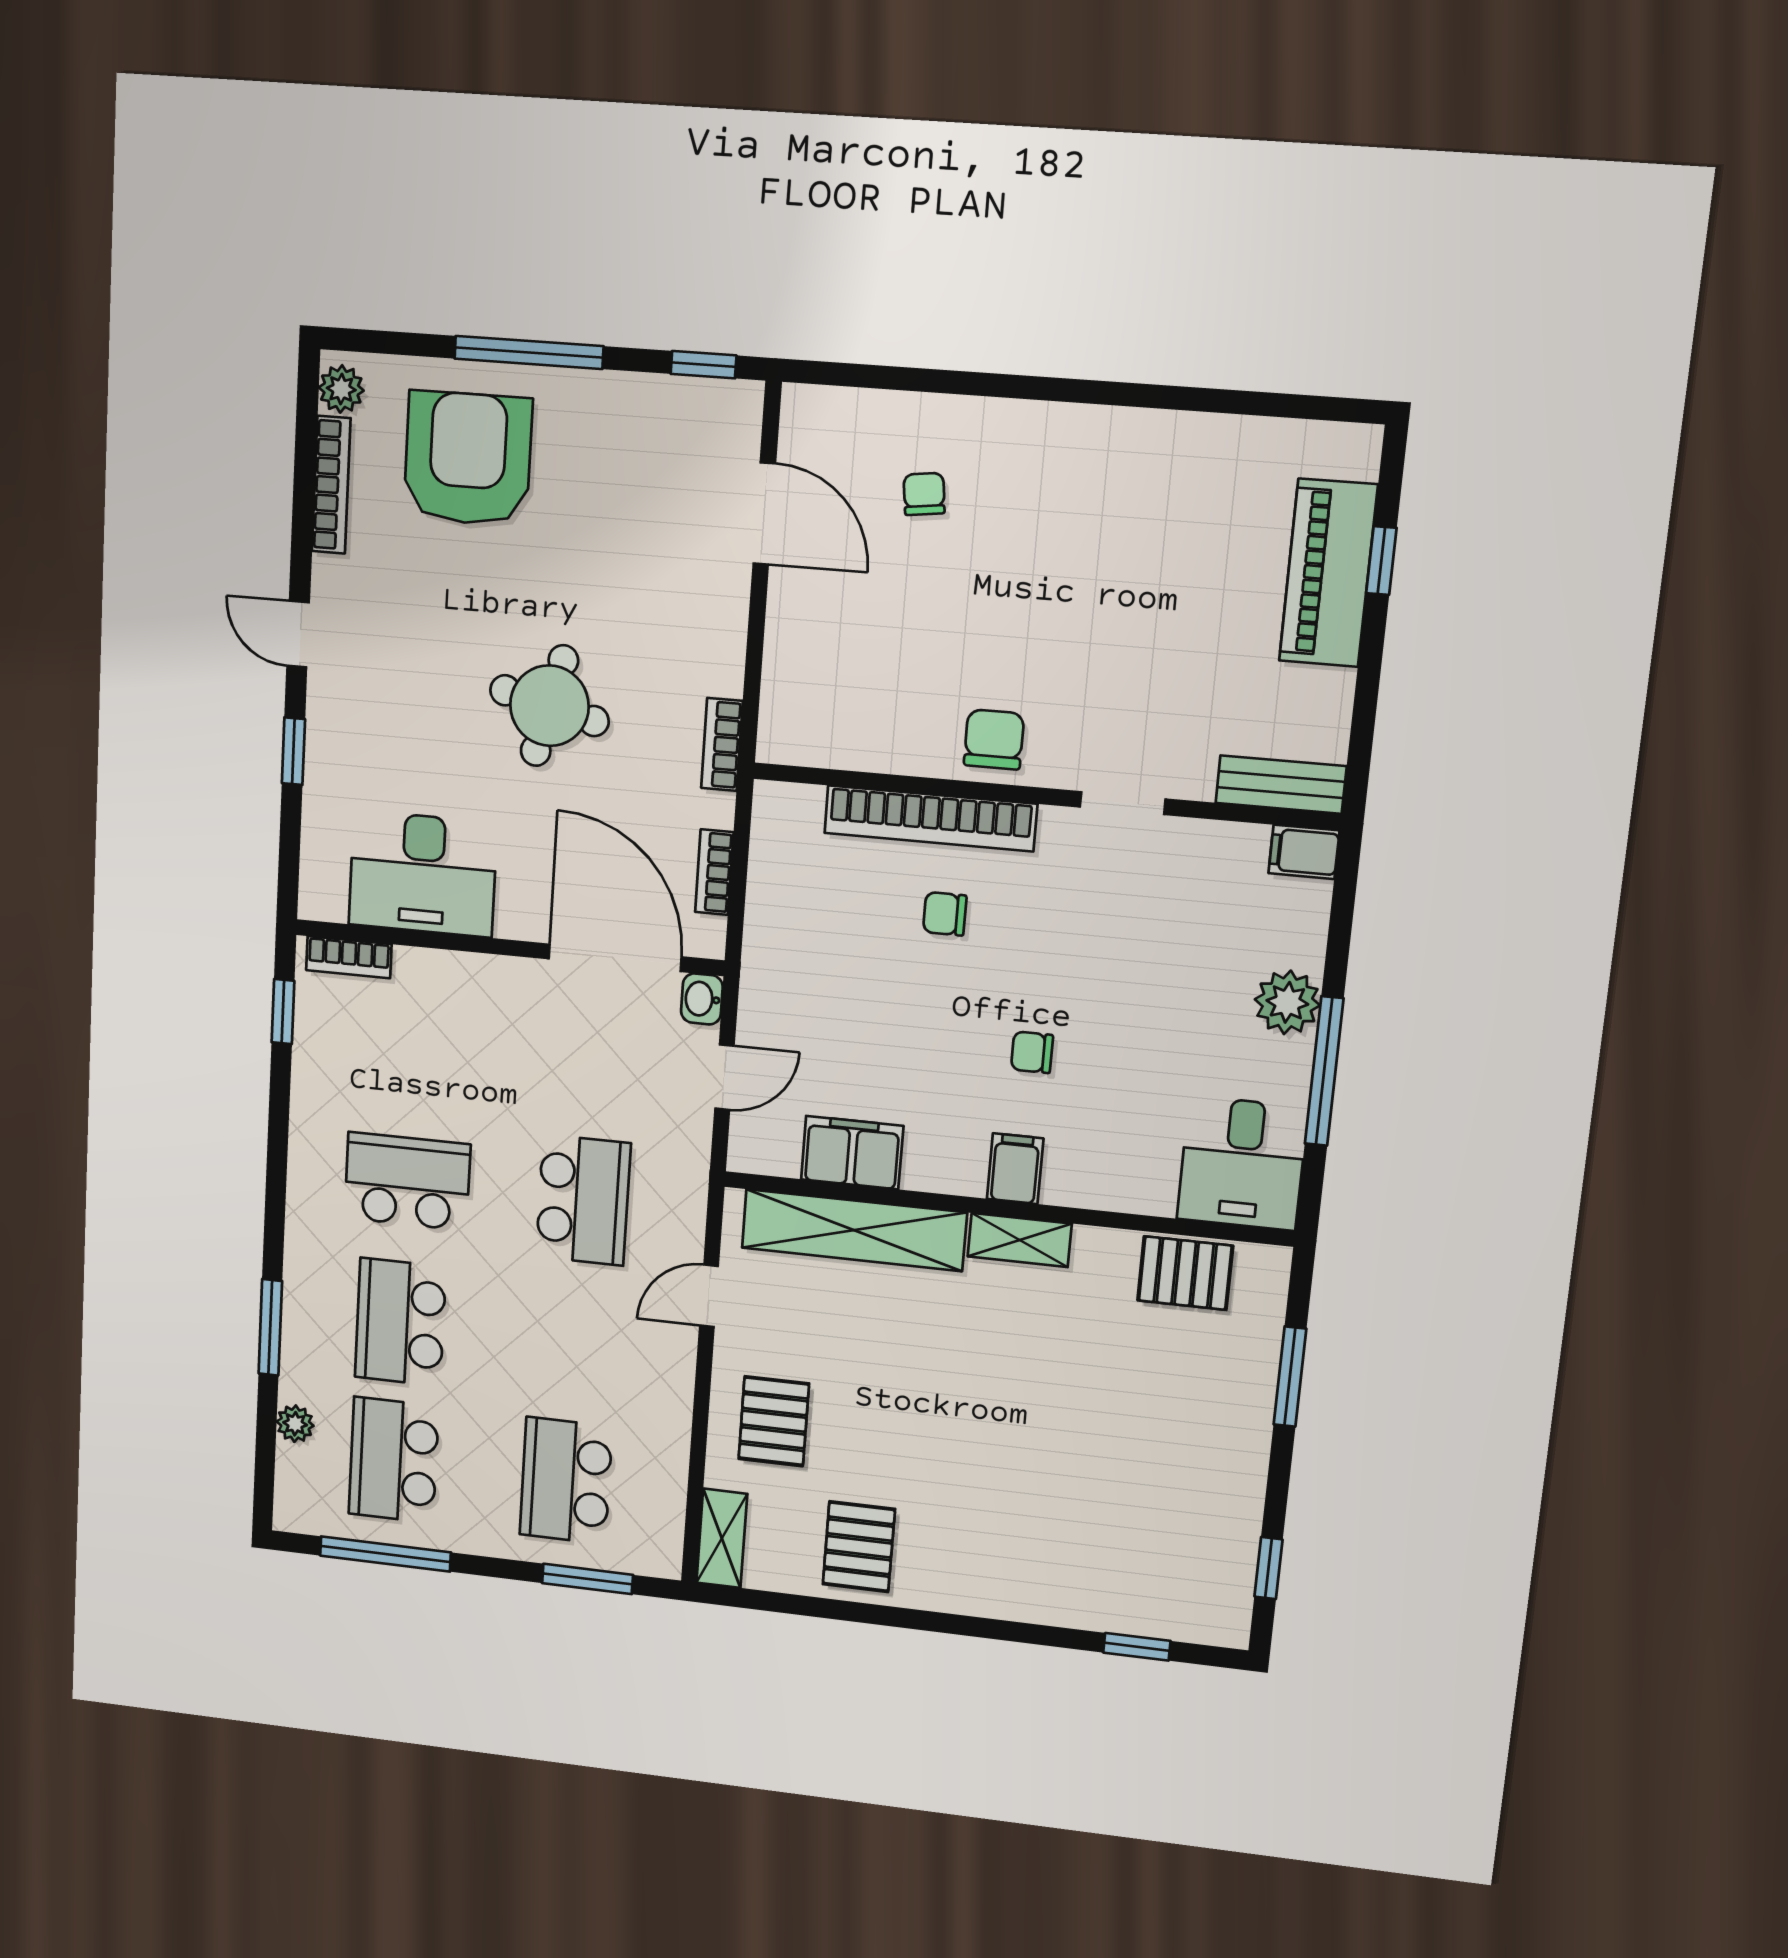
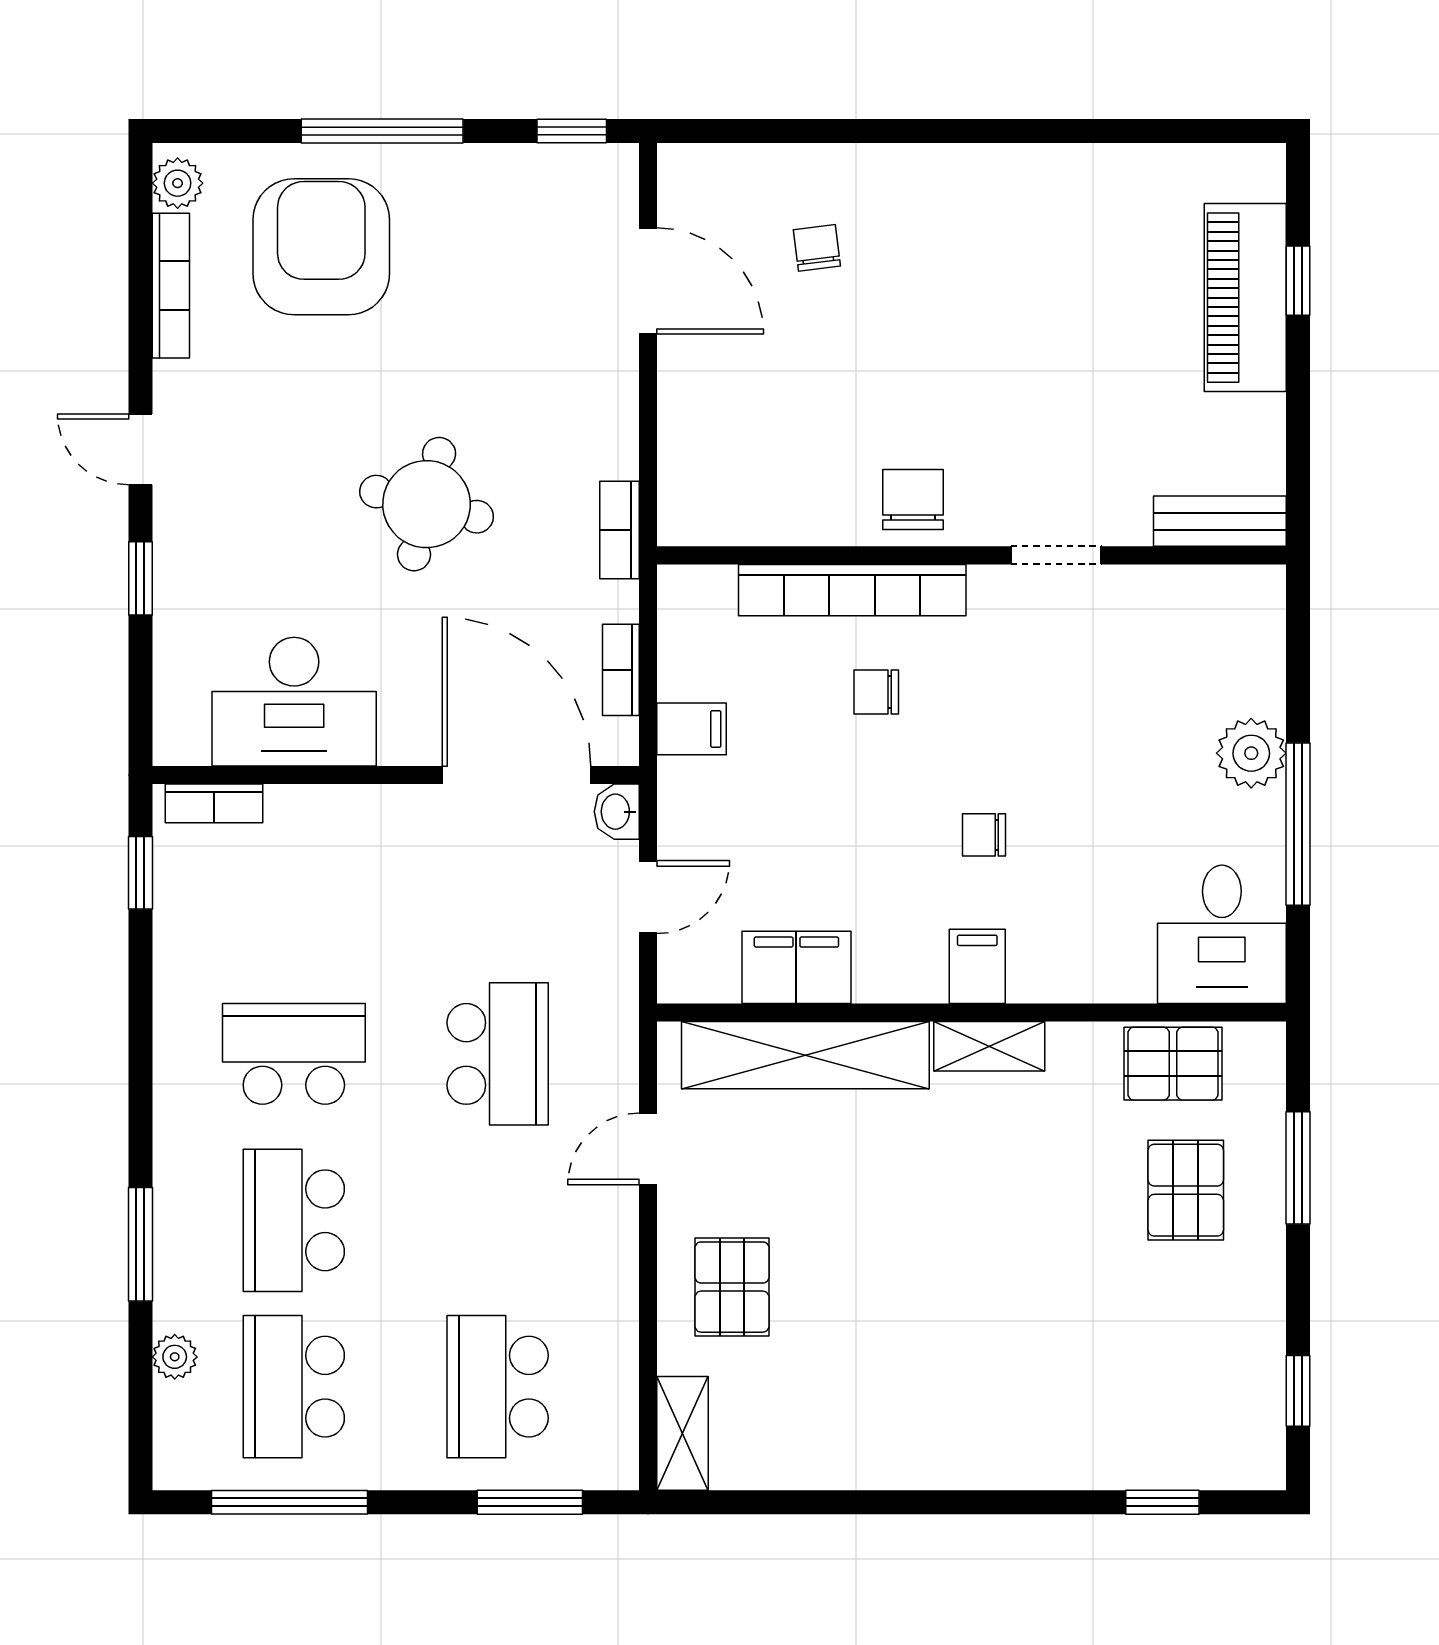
filing cabinet: (1304, 852) -> (692, 729), moved, turned 180
pallet: (859, 1547) -> (1186, 1190), moved

